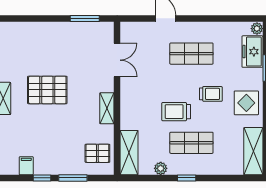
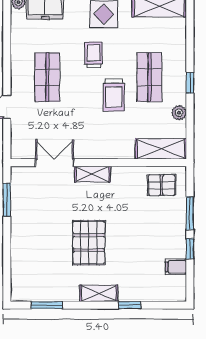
shelving: (107, 108) -> (92, 174), moved
pallet: (97, 153) -> (162, 185), turned 90

